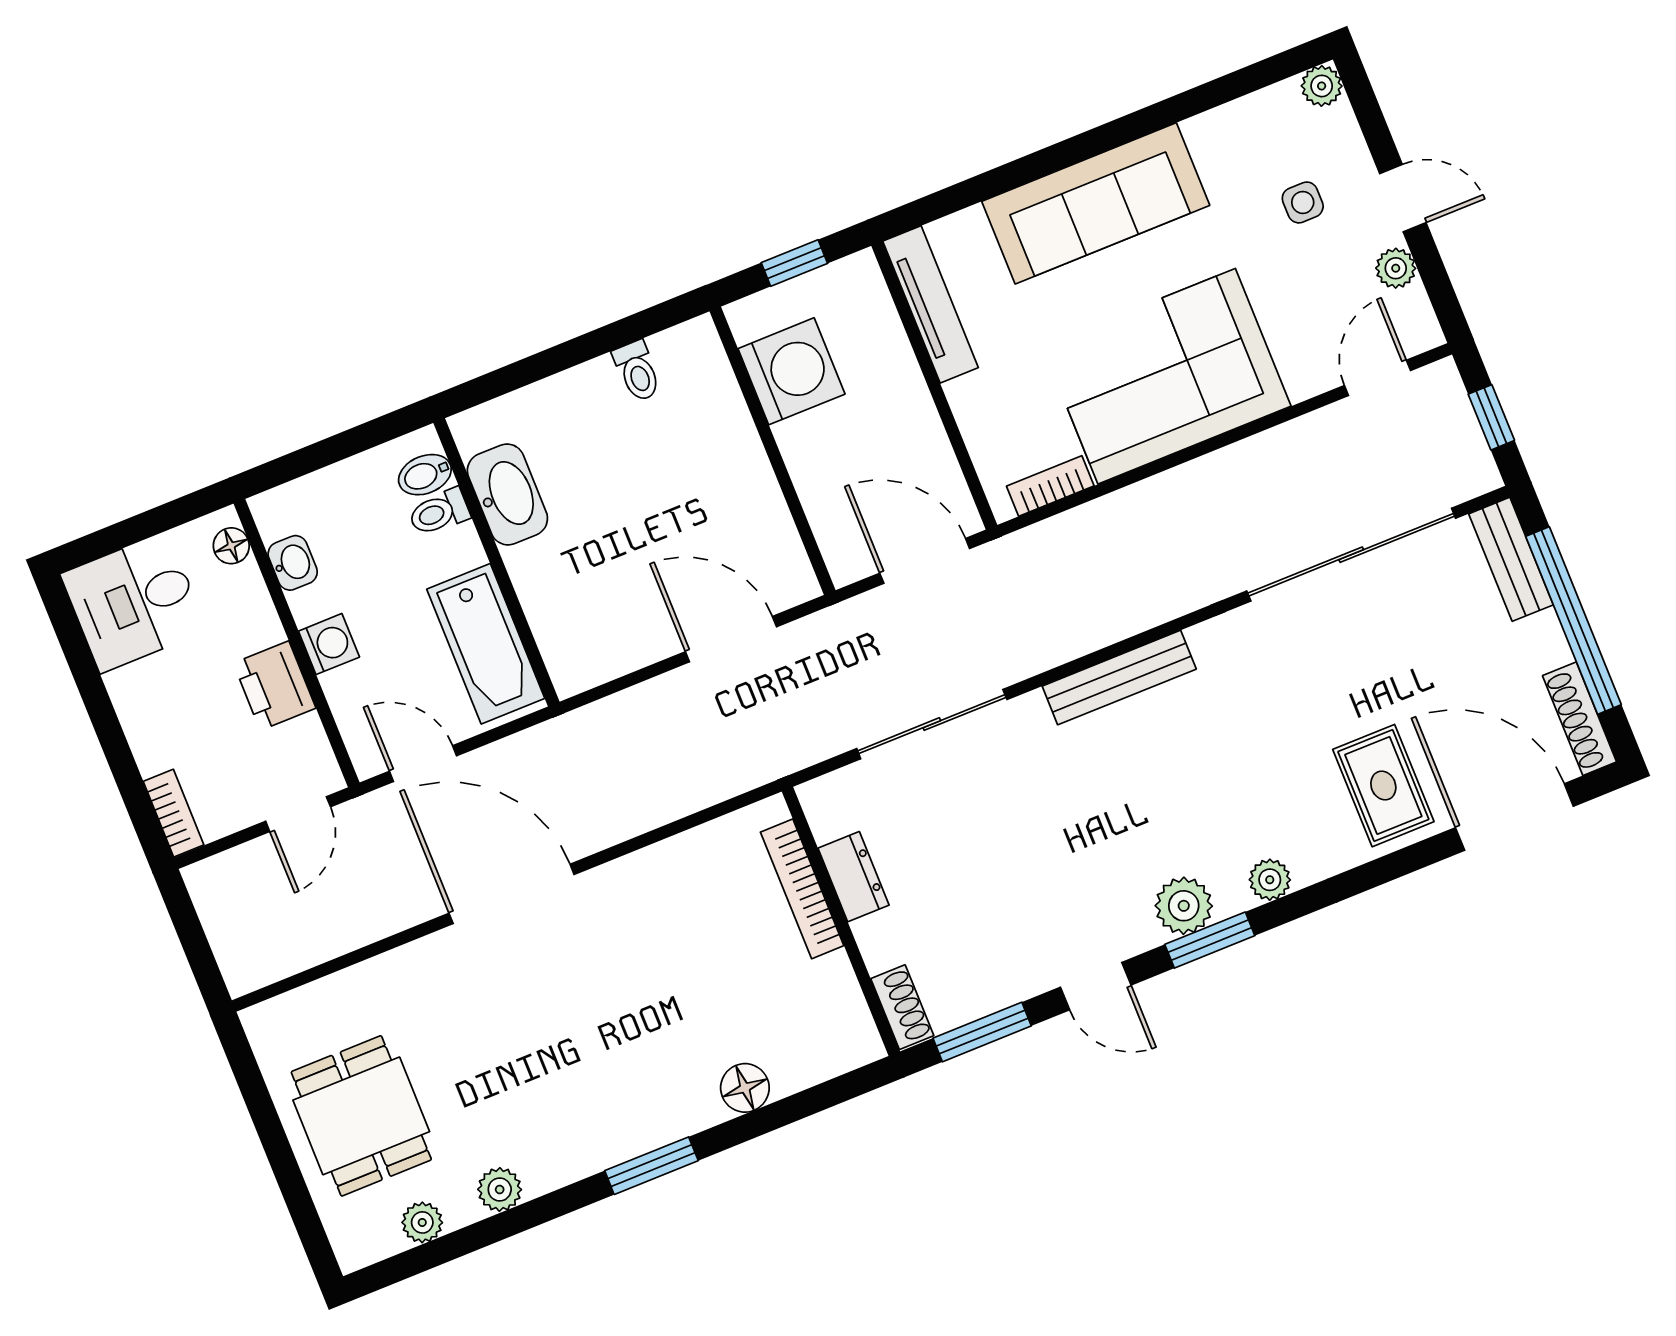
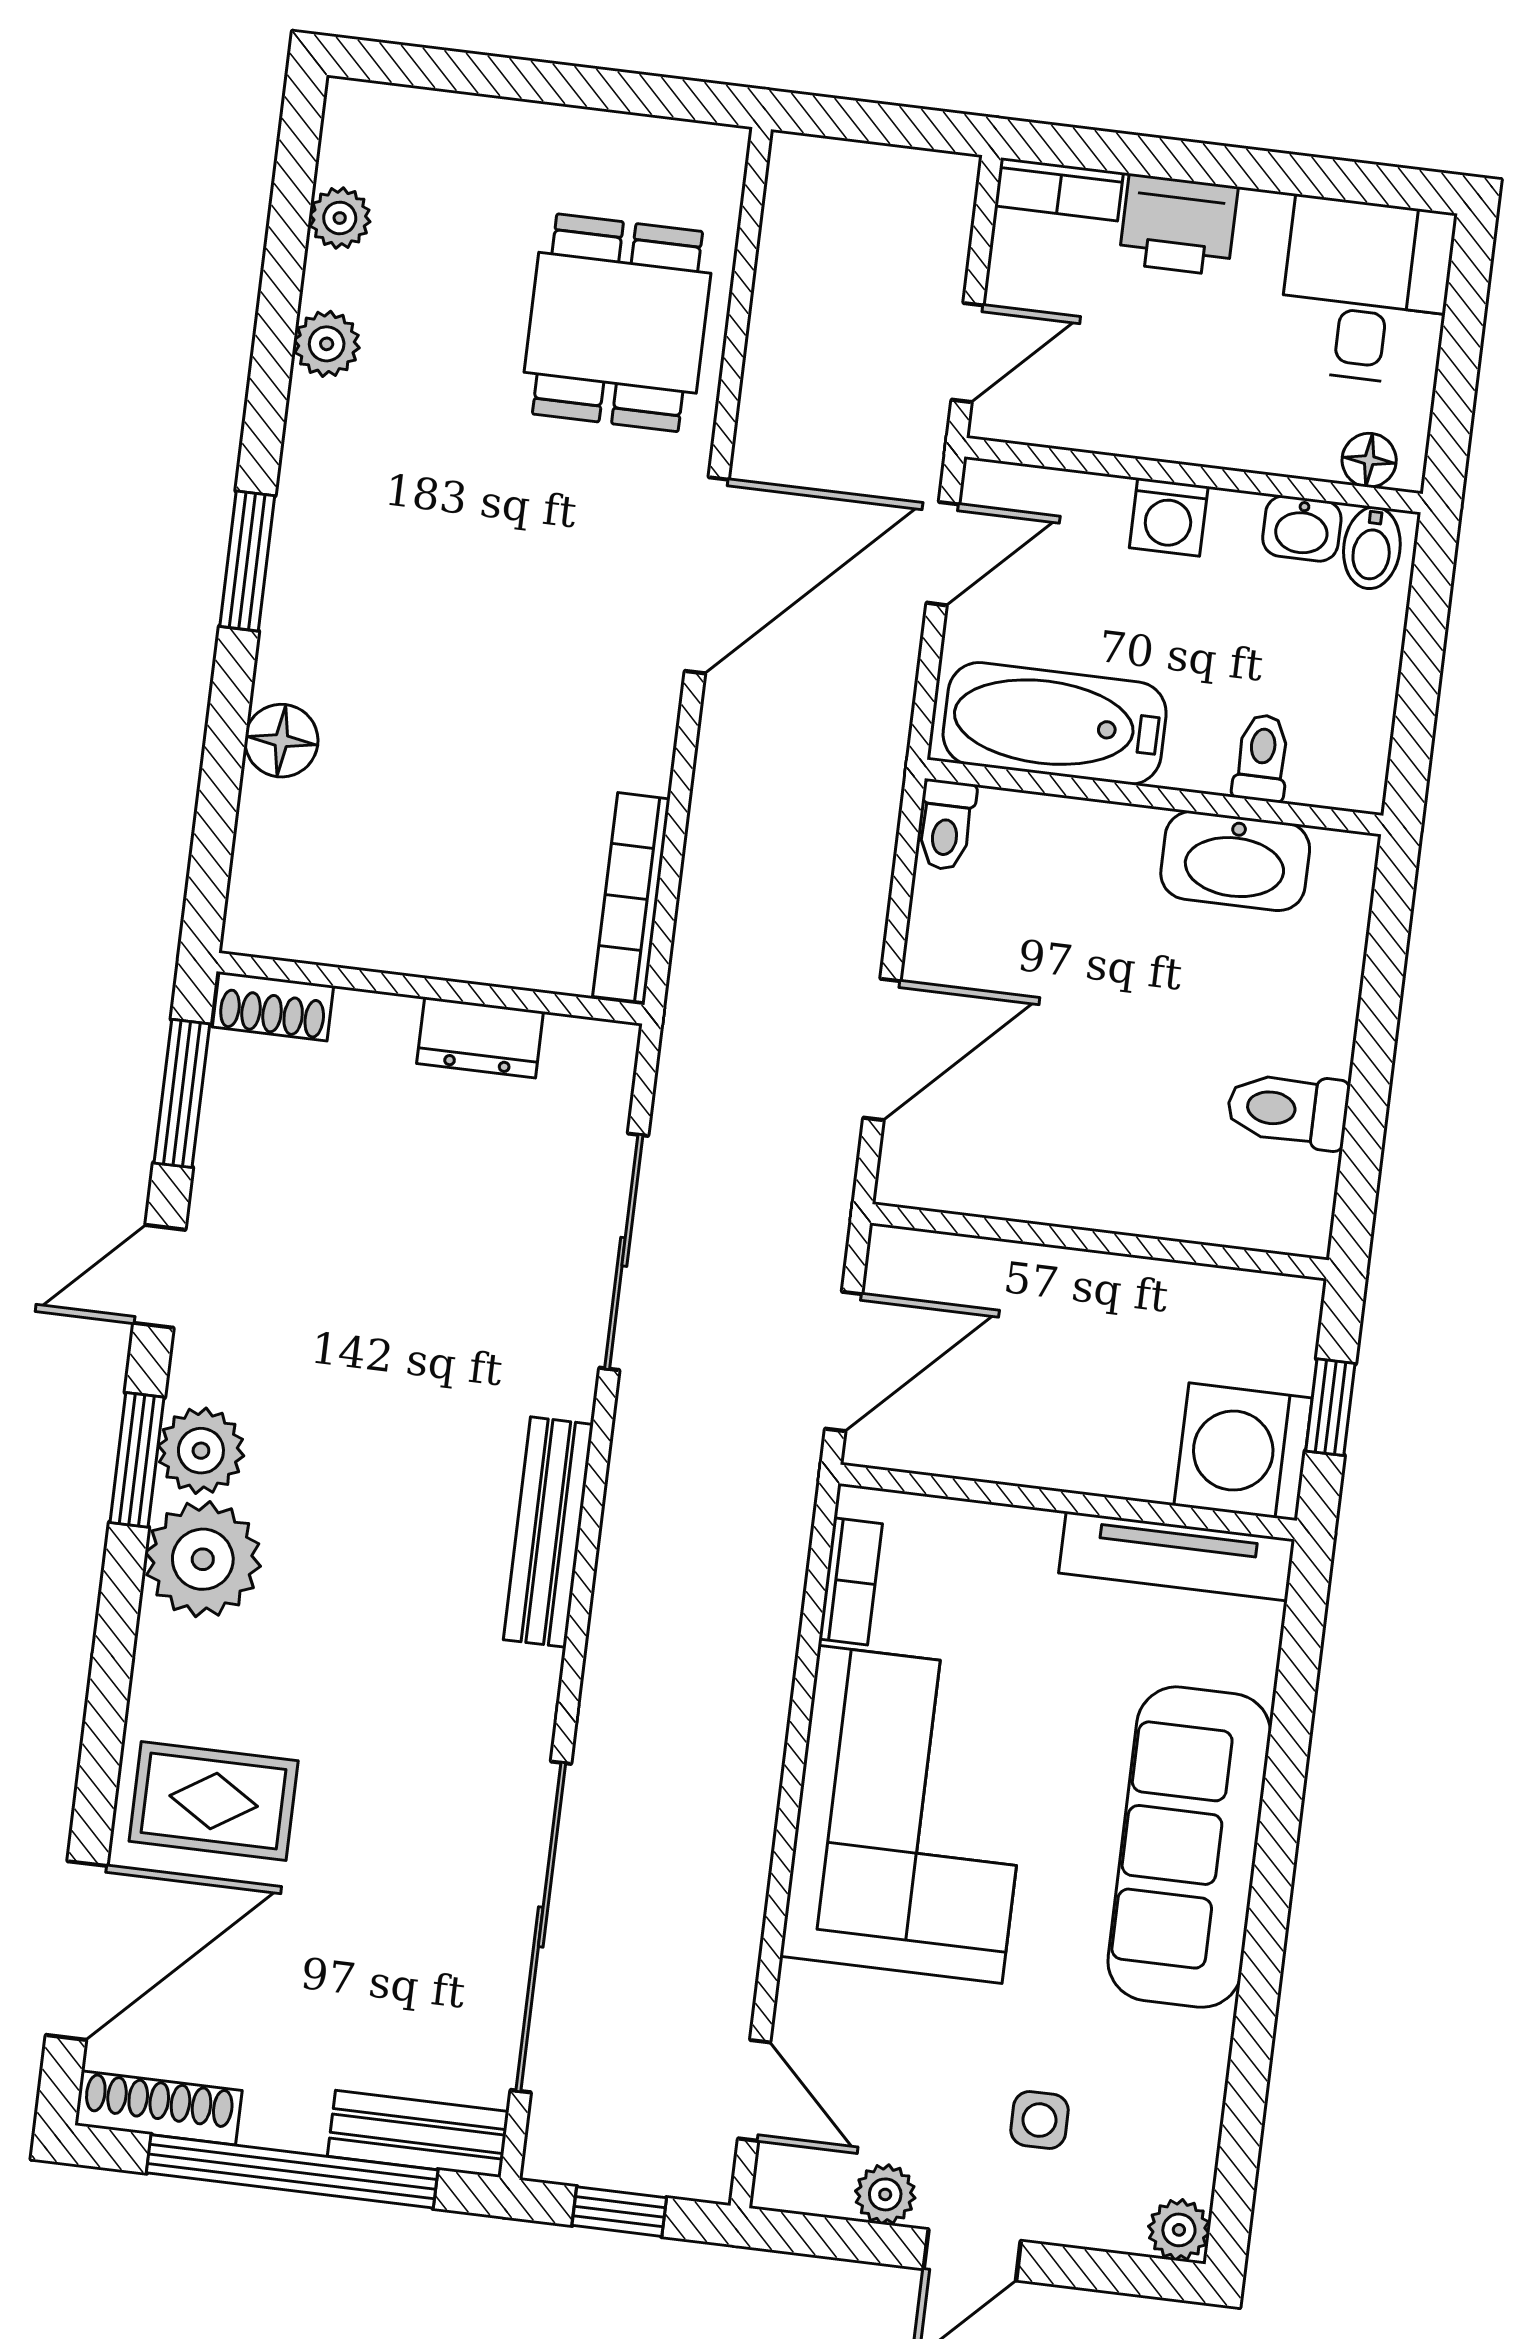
toilet: (637, 371) -> (1288, 1110), width x1.37, depth x1.39
washing machine: (791, 371) -> (1243, 1452), moved, turned 90
bidet: (425, 475) -> (1372, 548), moved, turned 180
toilet: (580, 674) -> (946, 825), added
printer: (275, 686) -> (1178, 225), moved, turned 180
door: (298, 814) -> (967, 352), swing flipped
plant: (1270, 880) -> (203, 1559), width x1.88, depth x1.88
bookcase: (802, 889) -> (631, 898), moved, turned -90
dining table: (361, 1116) -> (617, 323), moved, turned 90

